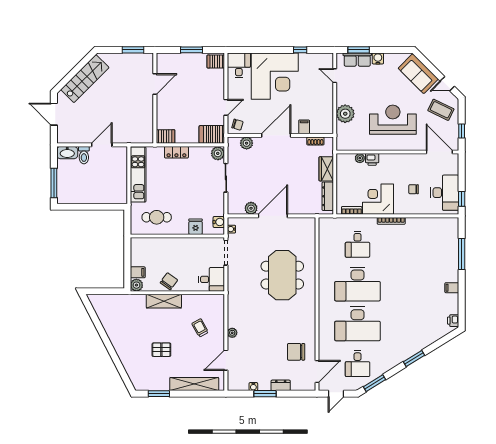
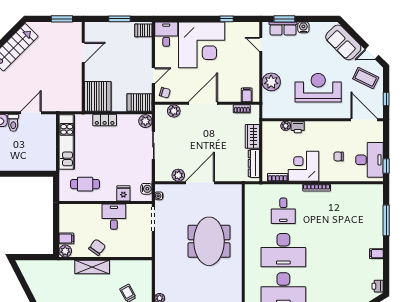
filing cabinet: (304, 127) -> (247, 95), moved
server rack: (166, 136) -> (98, 96), width x2.18, depth x1.44
desk: (212, 279) -> (114, 217), moved, turned -90

